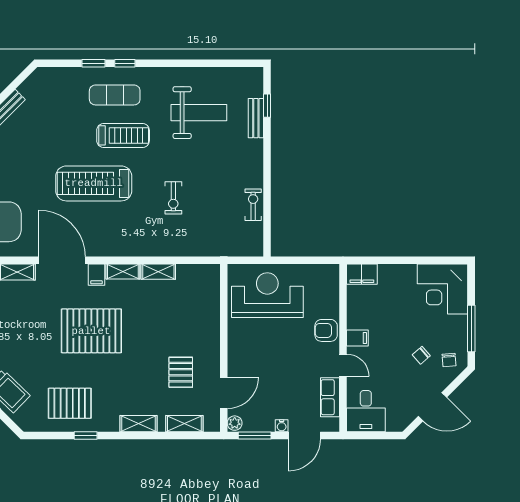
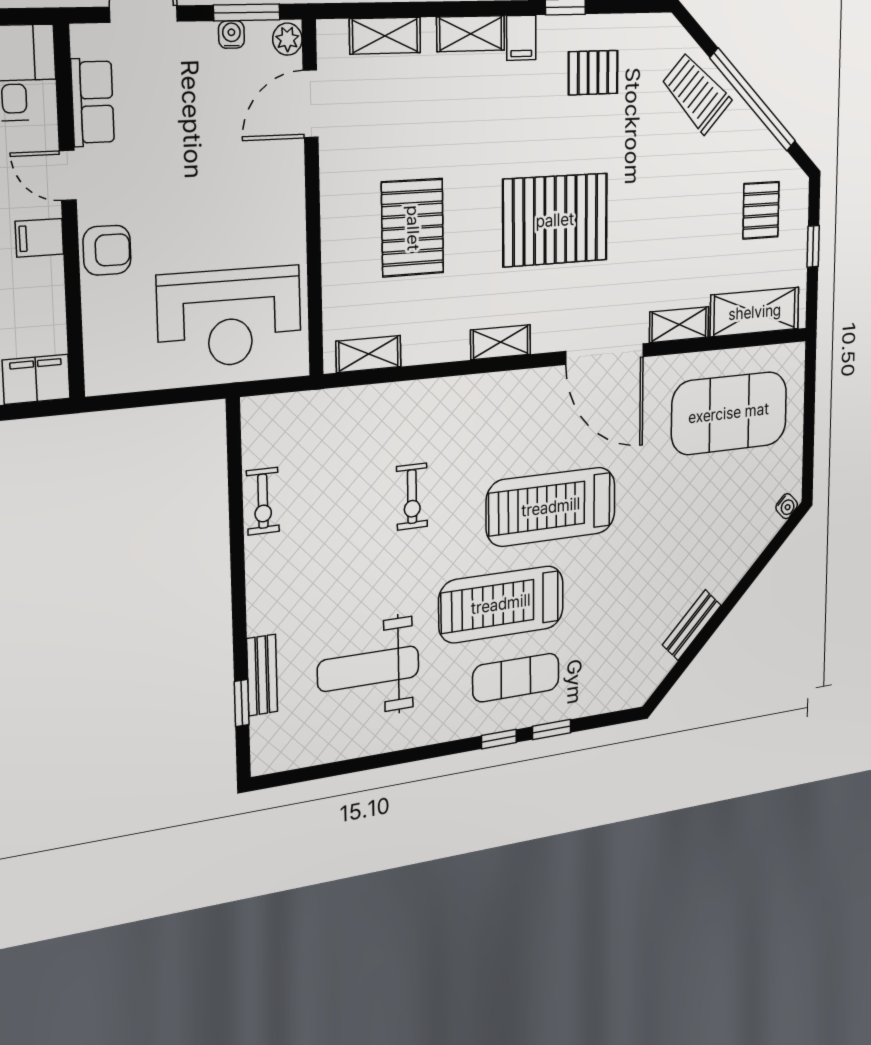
treadmill: (123, 135) -> (501, 604), width x1.37, depth x1.38
treadmill: (94, 183) -> (551, 507), turned 180
exercise bike: (173, 198) -> (412, 497), turned 180
shelving: (158, 272) -> (368, 354), moved
filing cabinet: (96, 275) -> (521, 38), moved, turned 180
pallet: (181, 372) -> (413, 228), moved, width x1.50, depth x1.42
pallet: (70, 403) -> (593, 73), width x0.67, depth x0.71
water cooler: (282, 426) -> (231, 34), moved

